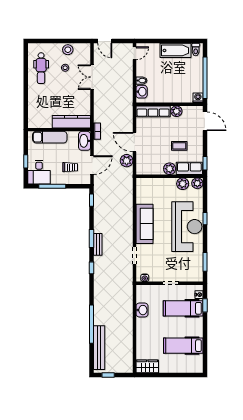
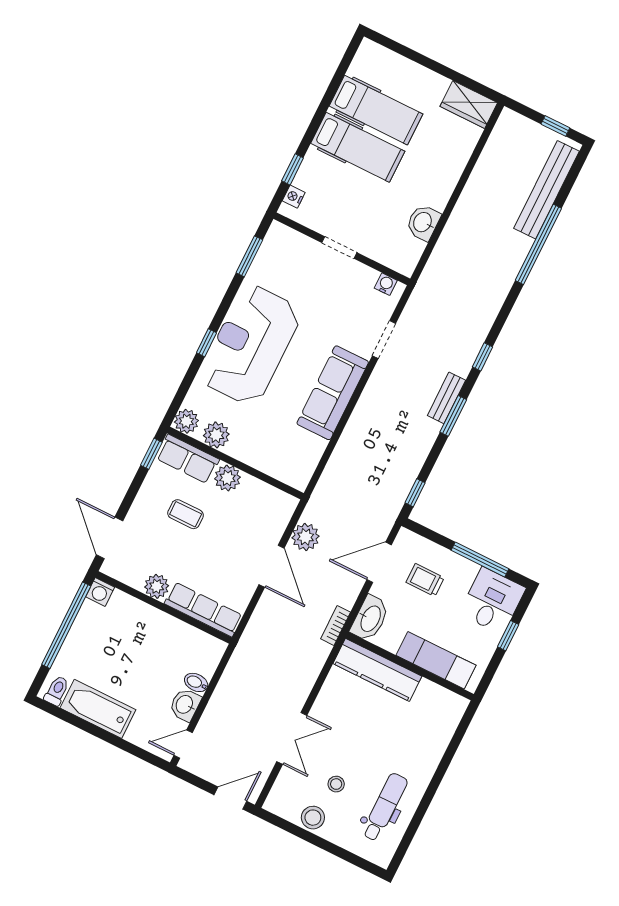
door: (105, 41) -> (230, 798), hinge flipped
washbasin: (142, 92) -> (185, 705), moved
hospital bed: (183, 308) -> (358, 147), moved

